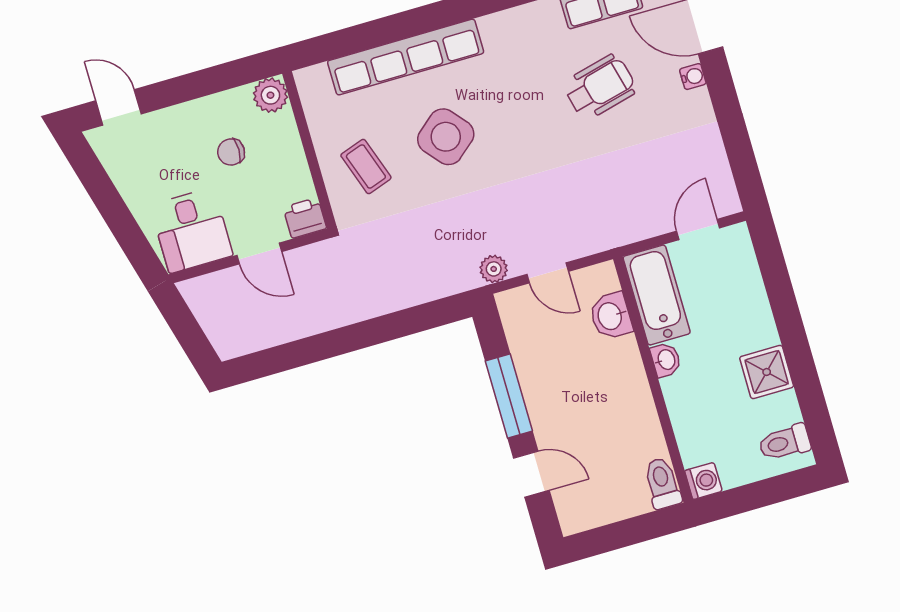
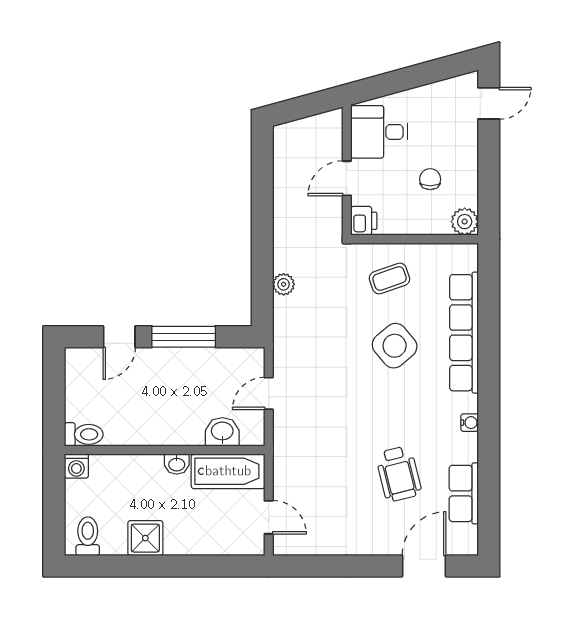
water cooler: (693, 77) -> (470, 423), moved, turned -90
plant: (494, 269) -> (284, 284), moved

